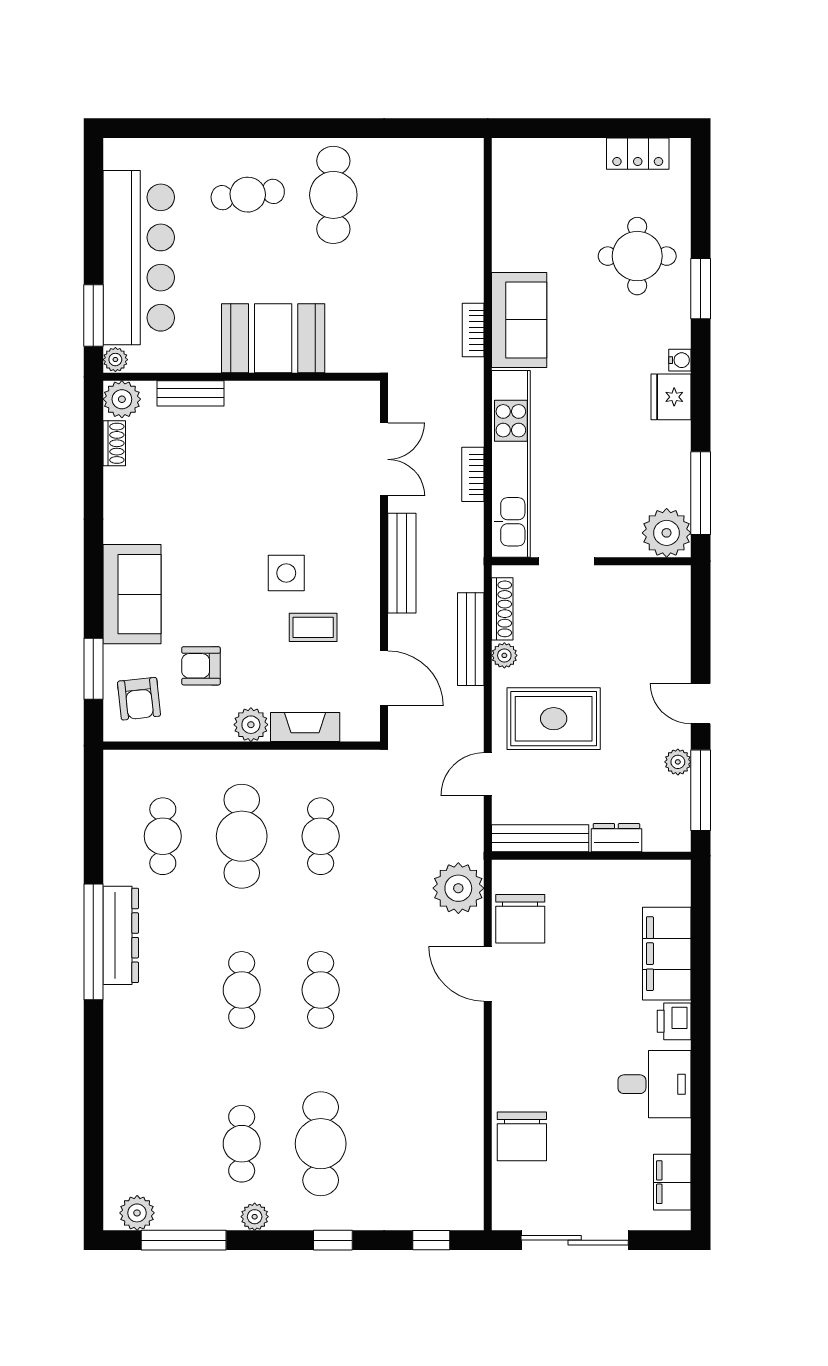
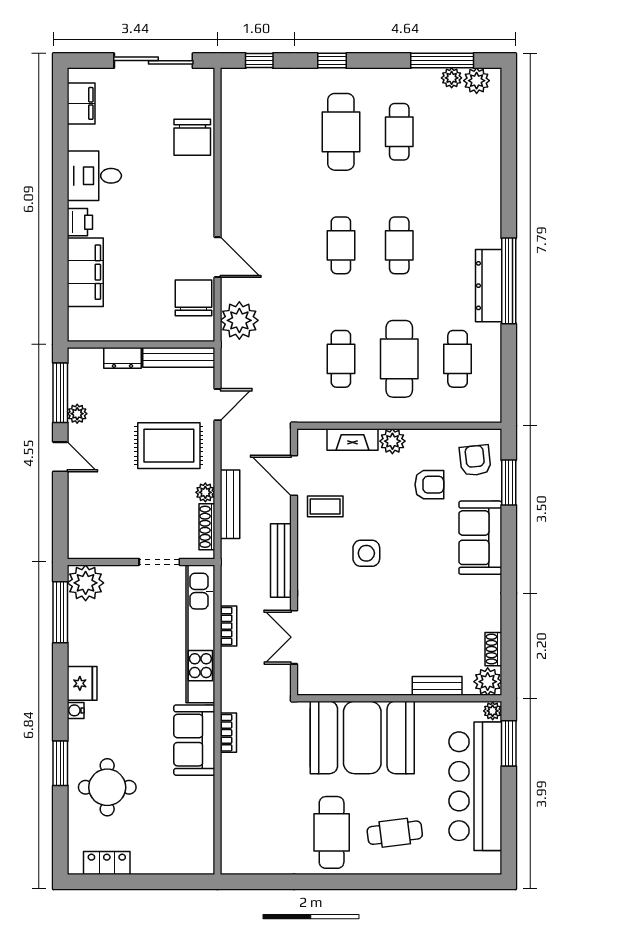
booth: (273, 338) -> (362, 737), width x1.36, depth x1.42
coffee table: (313, 627) -> (325, 506), moved
chair: (522, 1136) -> (192, 137), turned 180
plant: (255, 1217) -> (452, 78), moved

